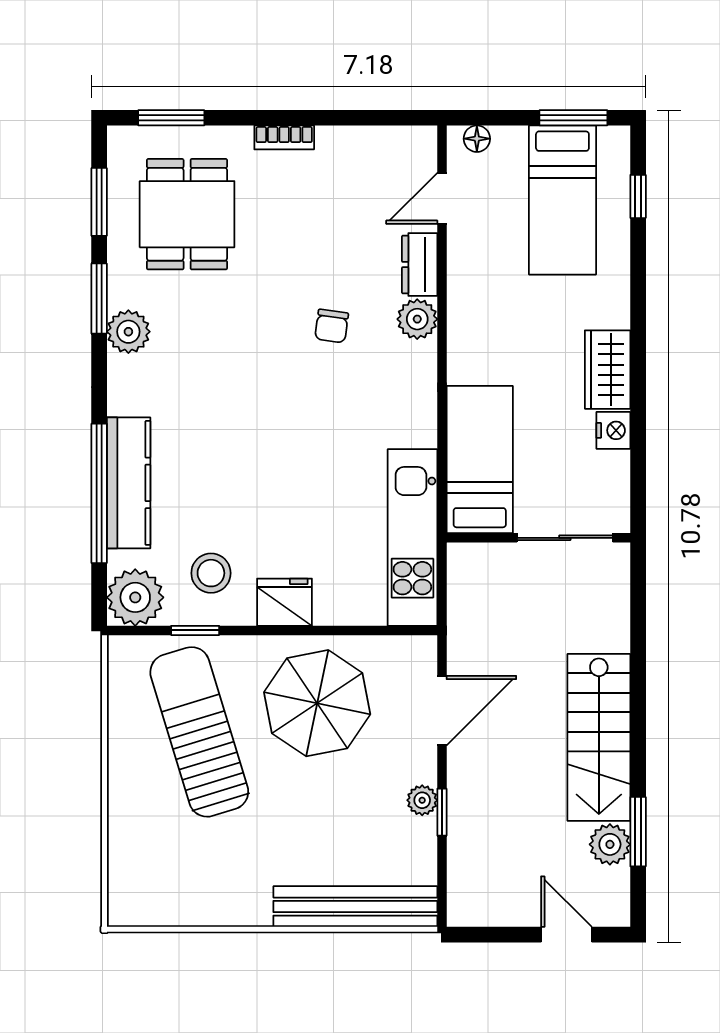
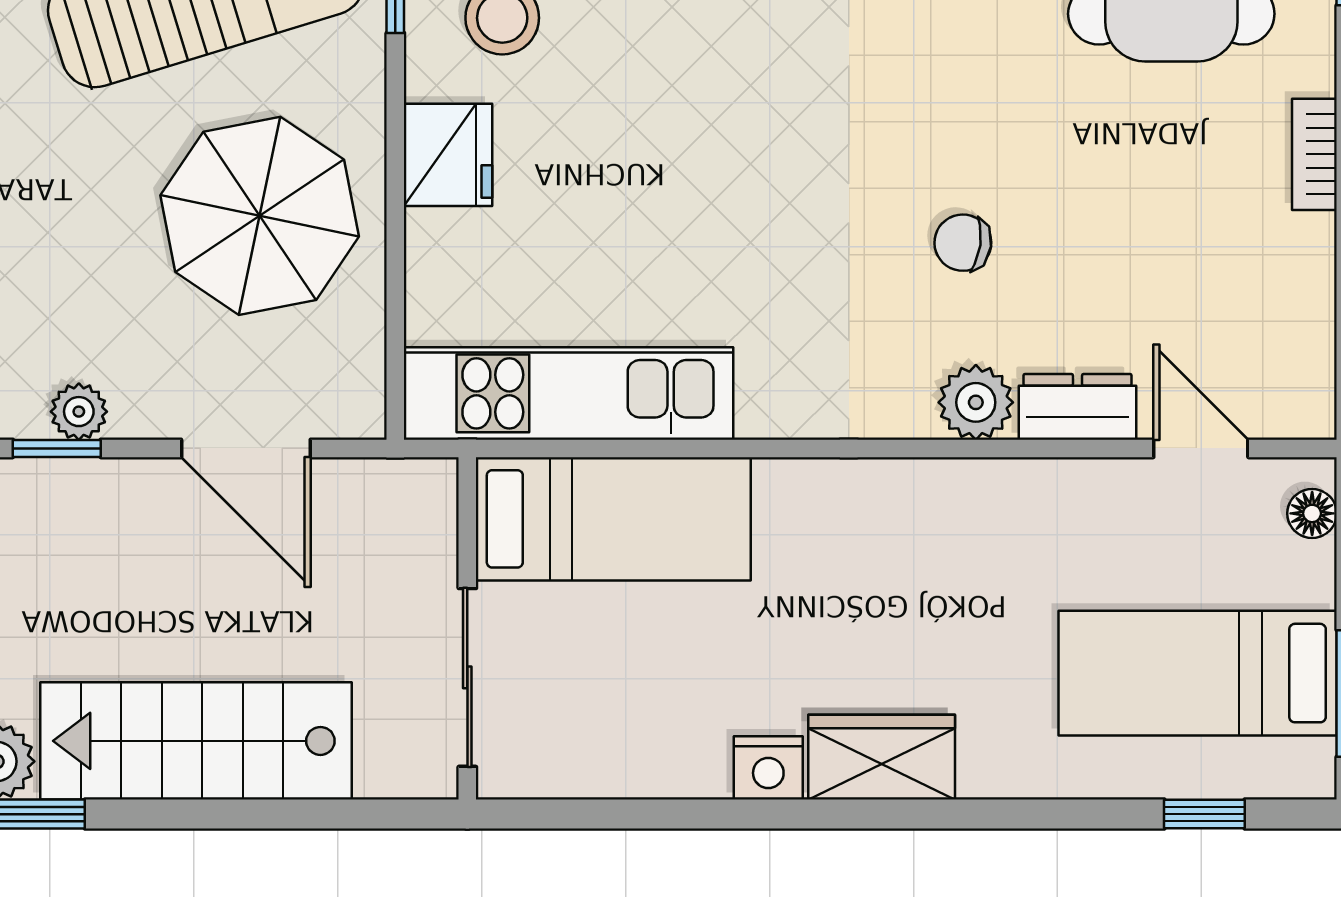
bed: (480, 459) -> (613, 519), moved
wall: (538, 538) -> (467, 628), moved
sliding door: (565, 538) -> (467, 677), moved

